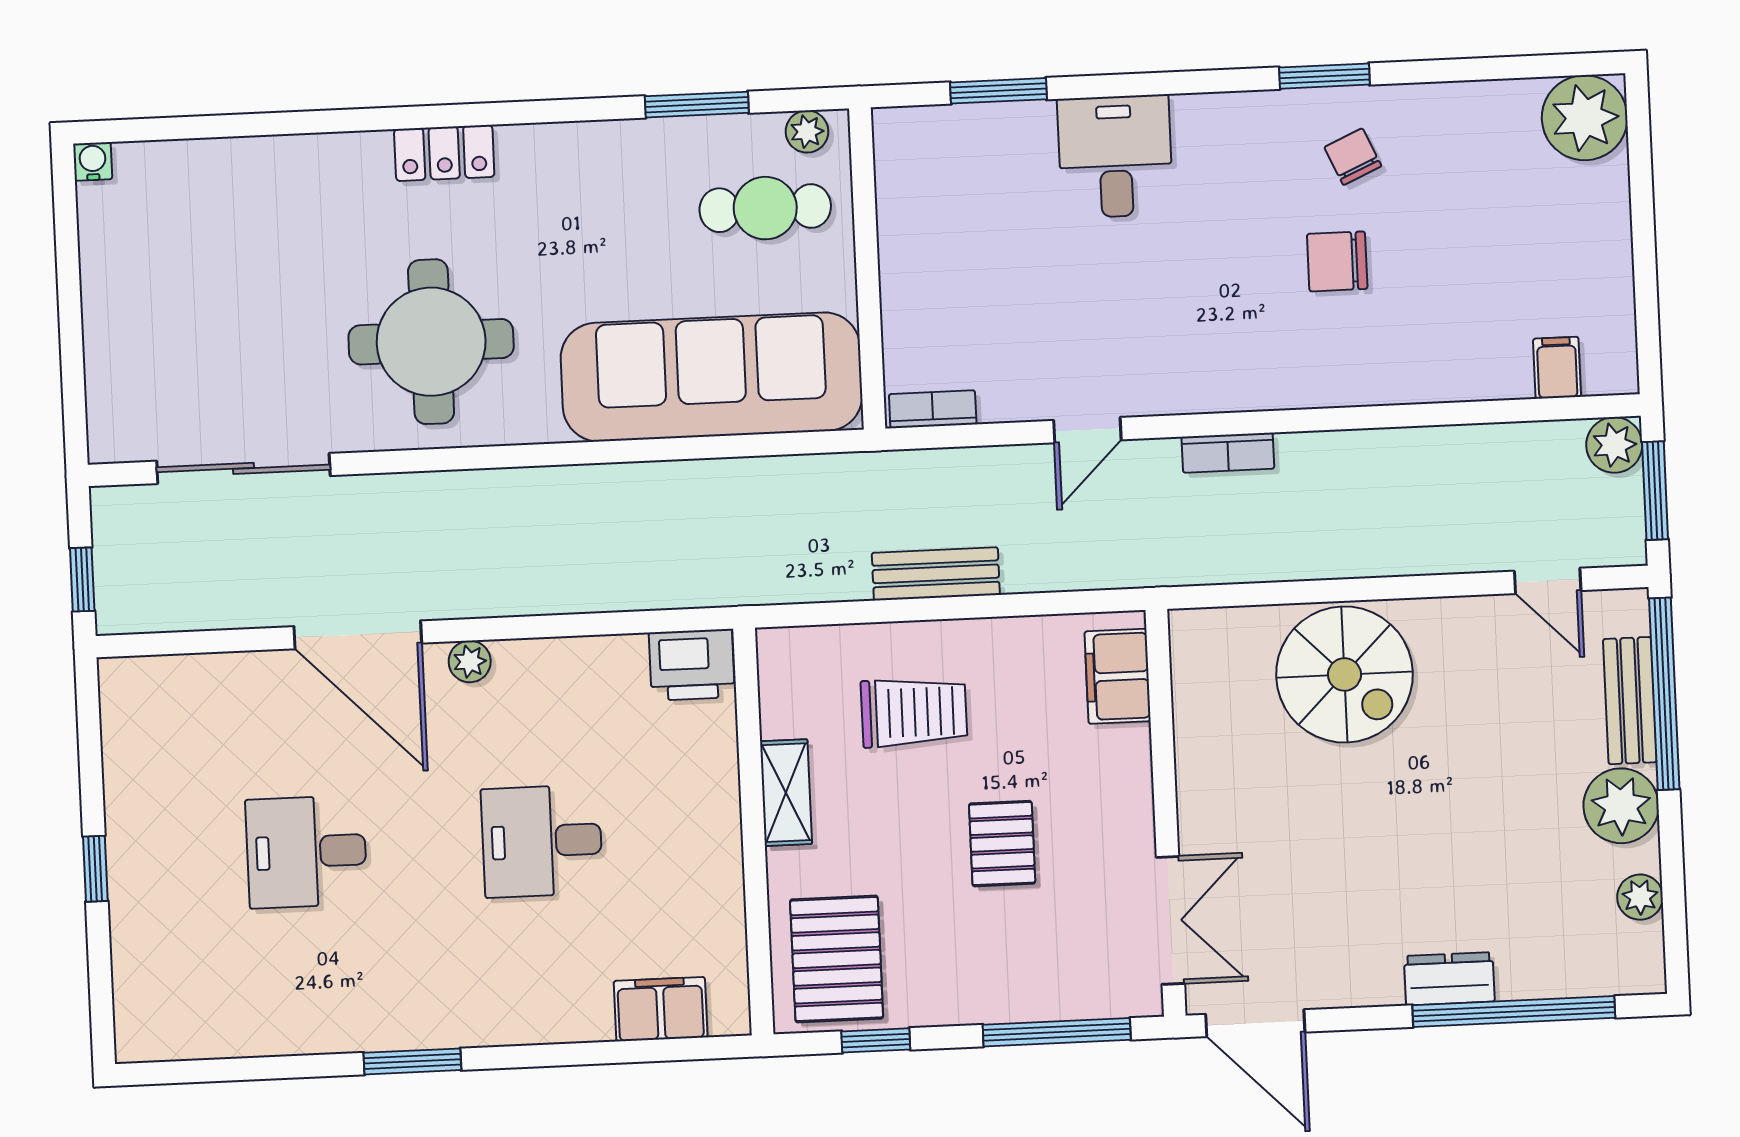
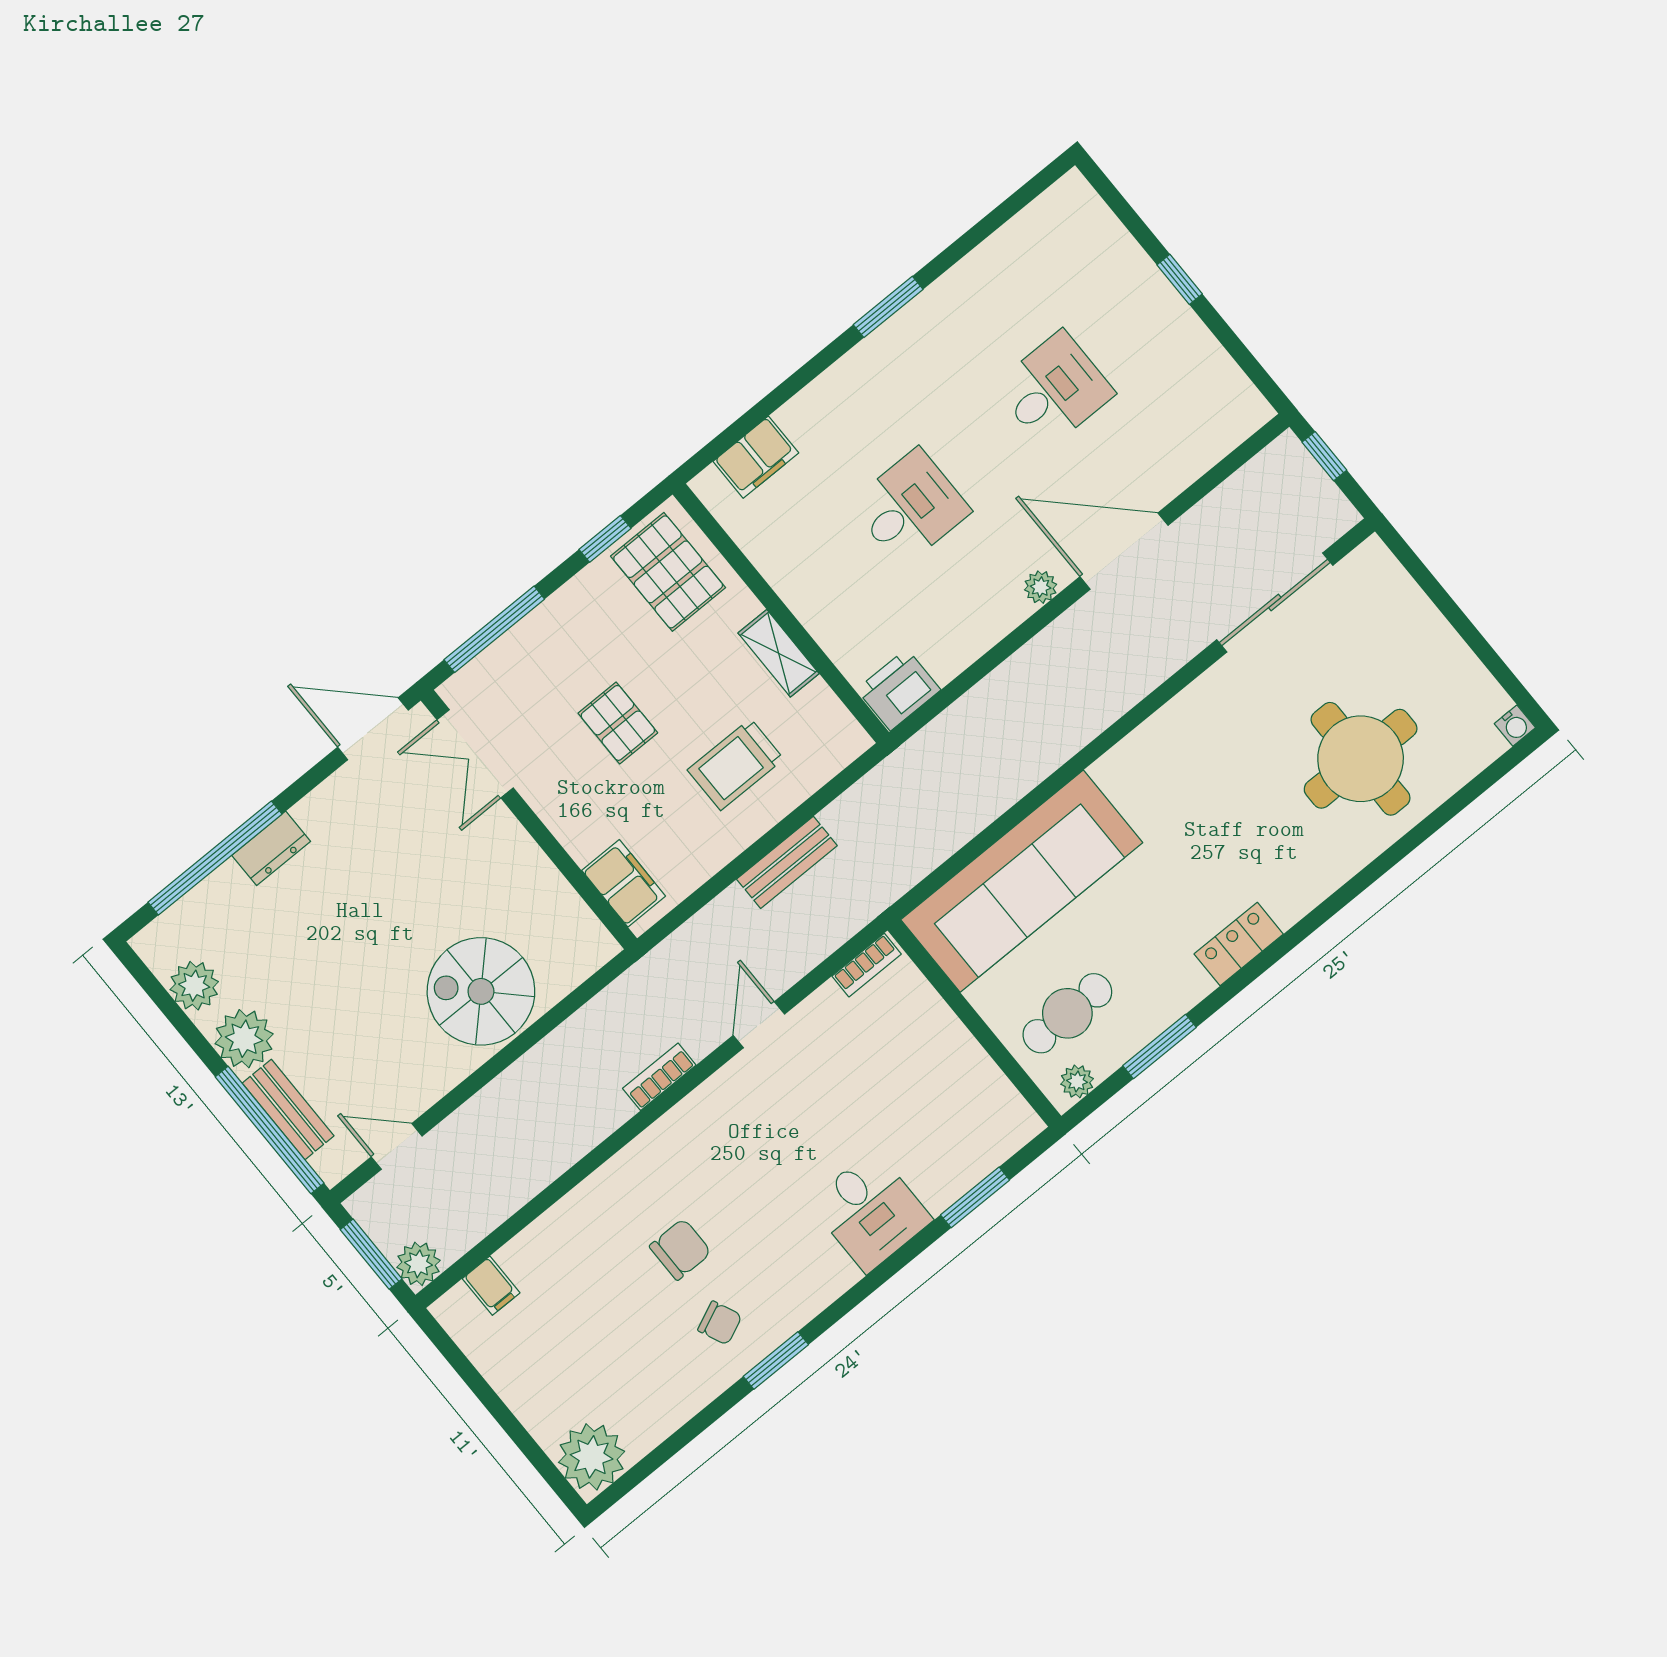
locker: (444, 153) -> (1239, 944), moved
round table: (431, 342) -> (1361, 759), moved
plant: (1640, 897) -> (194, 986), width x1.38, depth x1.38

